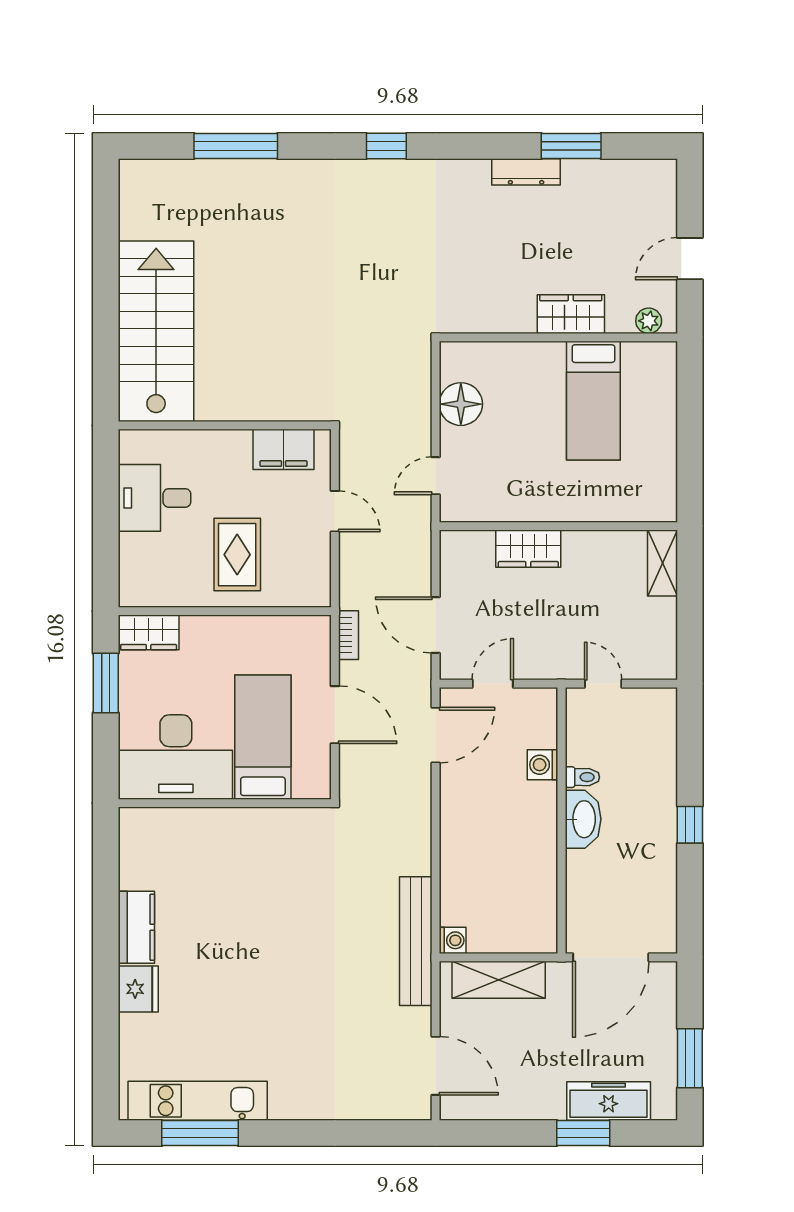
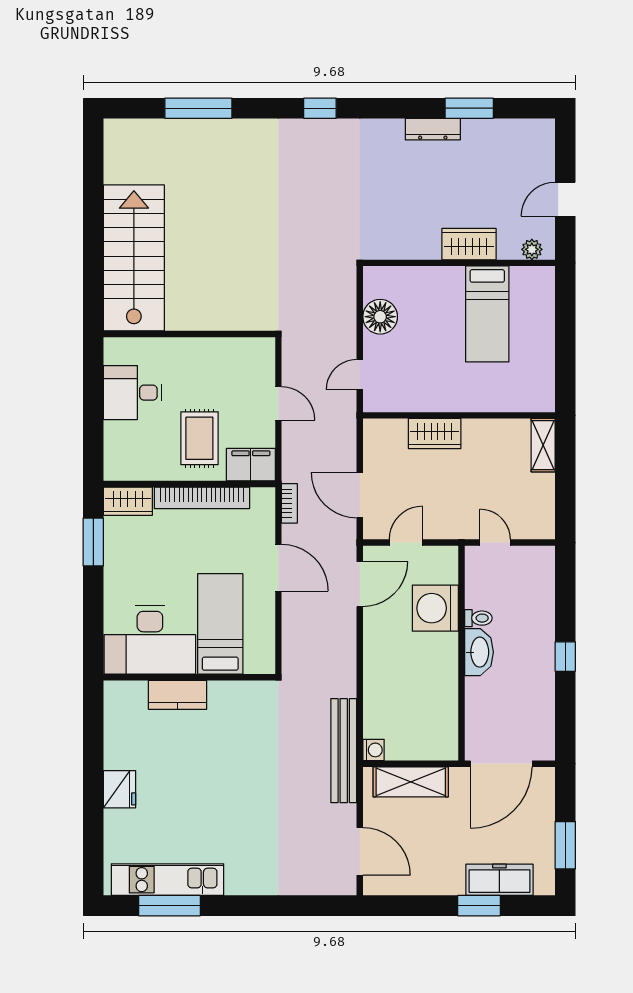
filing cabinet: (284, 449) -> (251, 465), moved, turned 180
bookcase: (240, 628) -> (202, 498), added
bed: (263, 737) -> (220, 624), moved
desk: (176, 757) -> (150, 640), moved
washing machine: (543, 765) -> (435, 608), width x1.89, depth x1.89
wall: (225, 803) -> (189, 677), moved
kitchen counter: (136, 927) -> (177, 695), moved, turned 90

